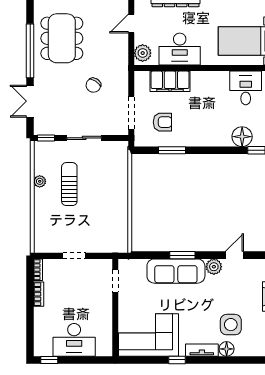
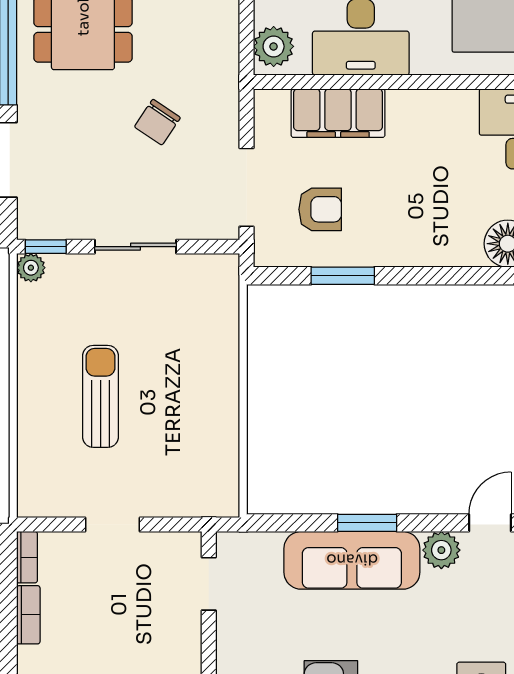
plant: (40, 181) -> (31, 268), moved
sun lounger: (69, 184) -> (101, 396), moved

